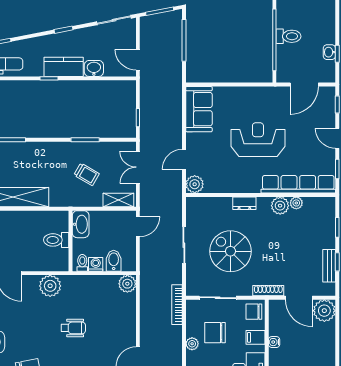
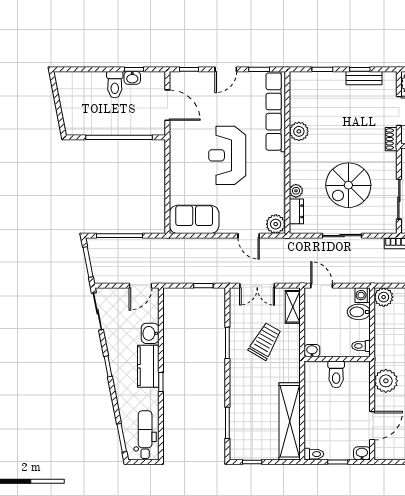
toilet: (289, 36) -> (115, 85), moved, turned 180
trolley: (87, 174) -> (265, 341), width x1.36, depth x1.39
dresser: (244, 203) -> (296, 211), moved
plant: (296, 203) -> (296, 191), moved
washbasin: (81, 224) -> (312, 351), width x0.52, depth x0.69
washing machine: (96, 264) -> (363, 295), moved
shoe rack: (268, 291) -> (391, 139), width x0.70

